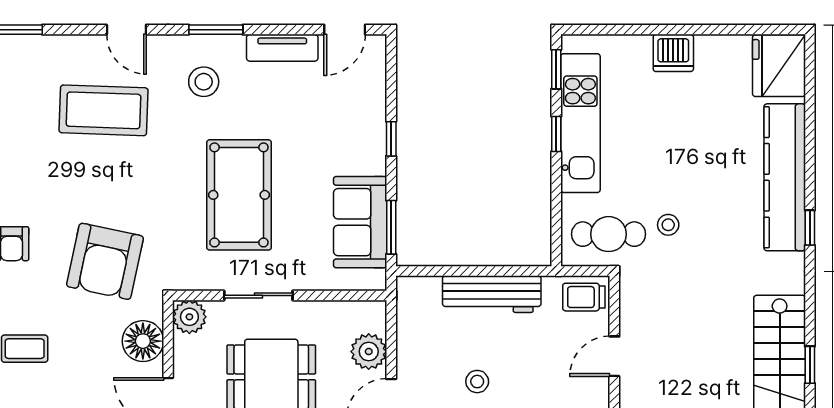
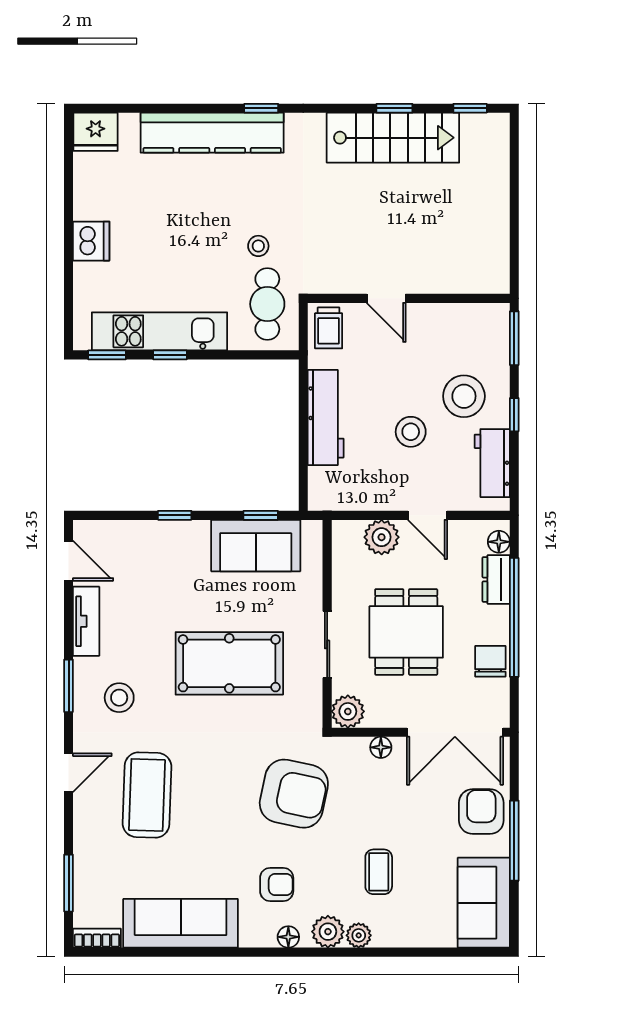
fridge: (779, 66) -> (96, 132), width x0.73, depth x0.75
window: (391, 227) -> (261, 515), width x0.67
floor lamp: (143, 341) -> (381, 747), width x0.53, depth x0.53
stool: (477, 382) -> (411, 432), width x1.37, depth x1.37

